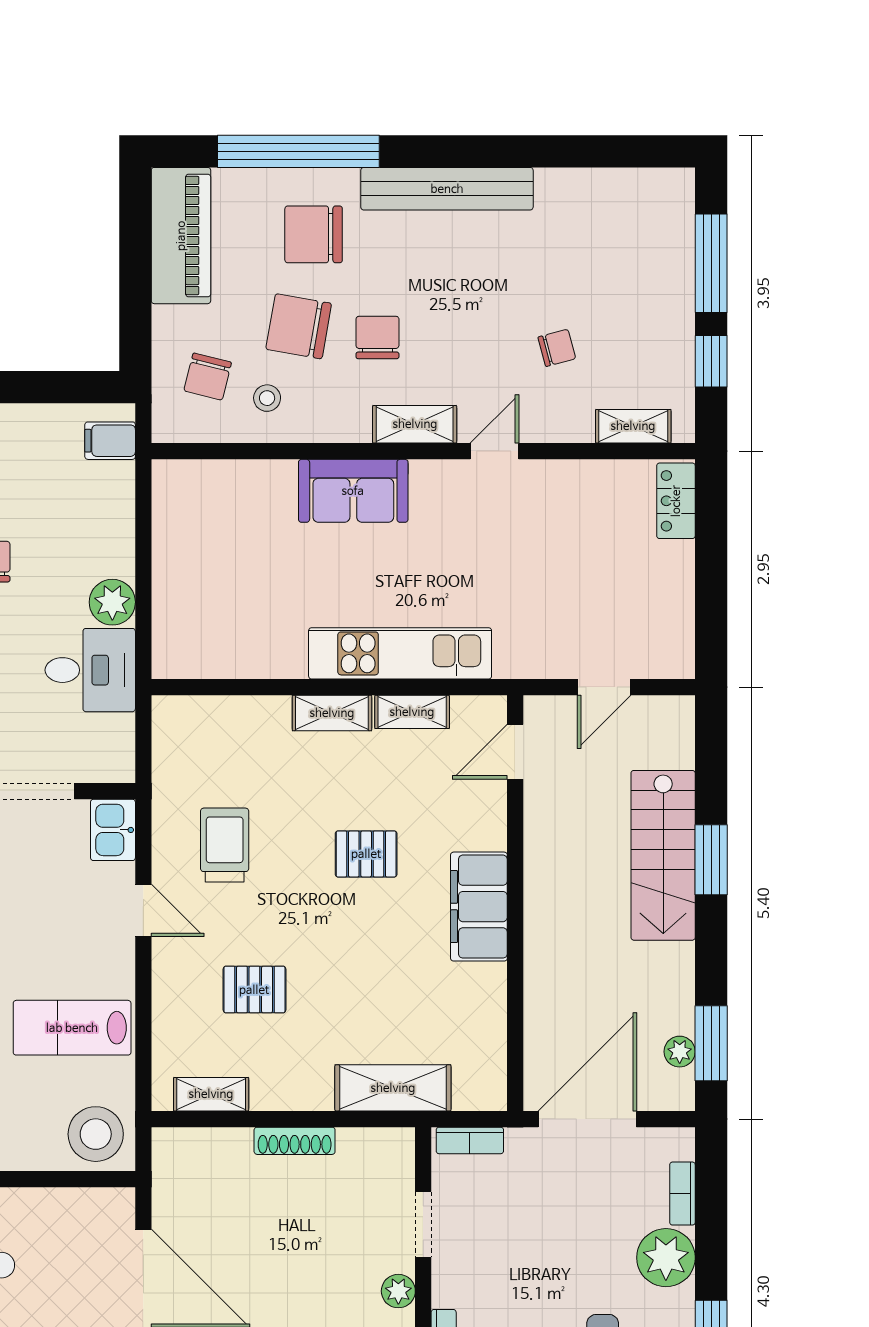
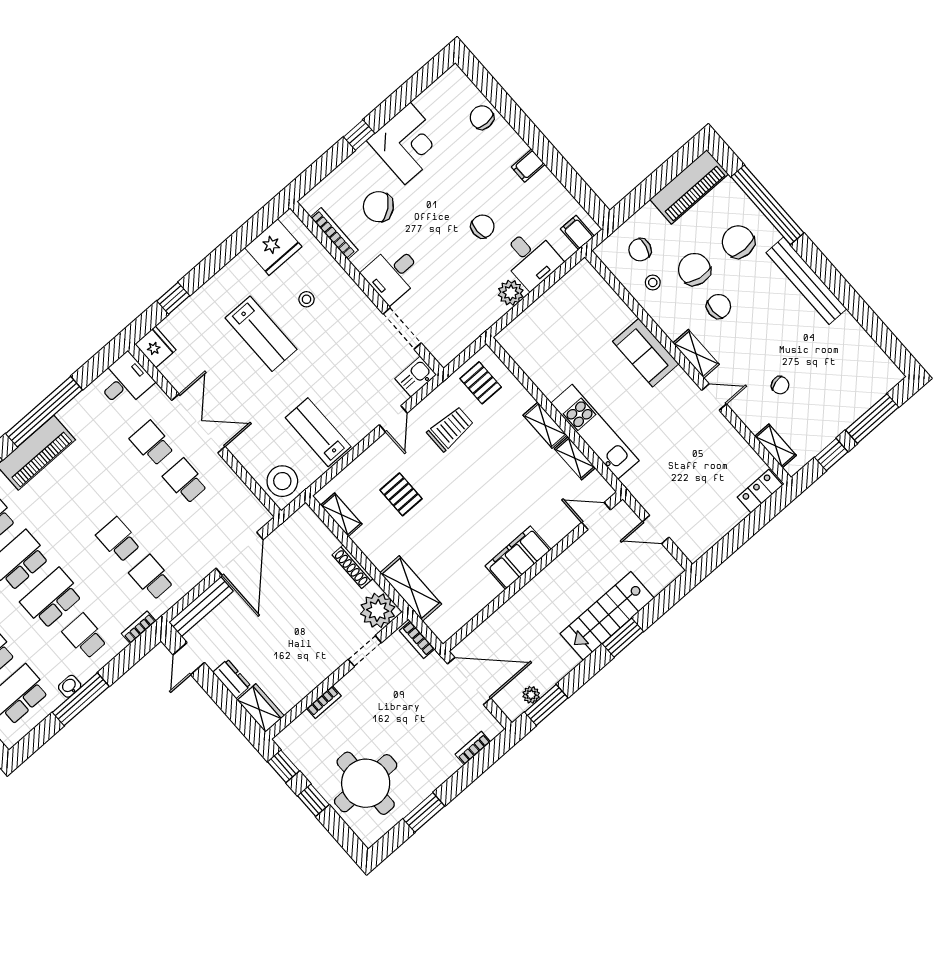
desk: (90, 670) -> (531, 259), moved
pallet: (366, 854) -> (481, 383), moved
plant: (666, 1258) -> (440, 765), removed
plant: (398, 1291) -> (378, 610), moved, width x1.88, depth x1.88

